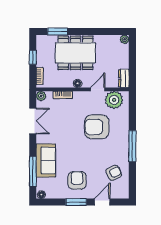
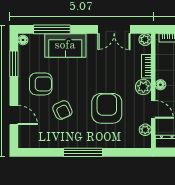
plant: (80, 97) -> (143, 87), added
plant: (114, 100) -> (145, 130), width x0.53, depth x0.53
armchair: (114, 173) -> (62, 110), moved
window: (76, 202) -> (14, 64), moved

